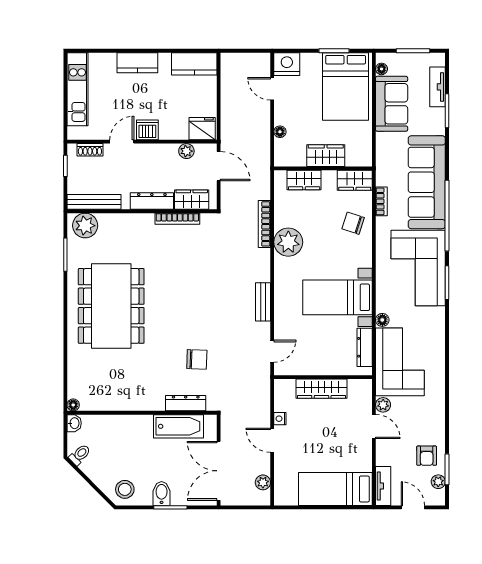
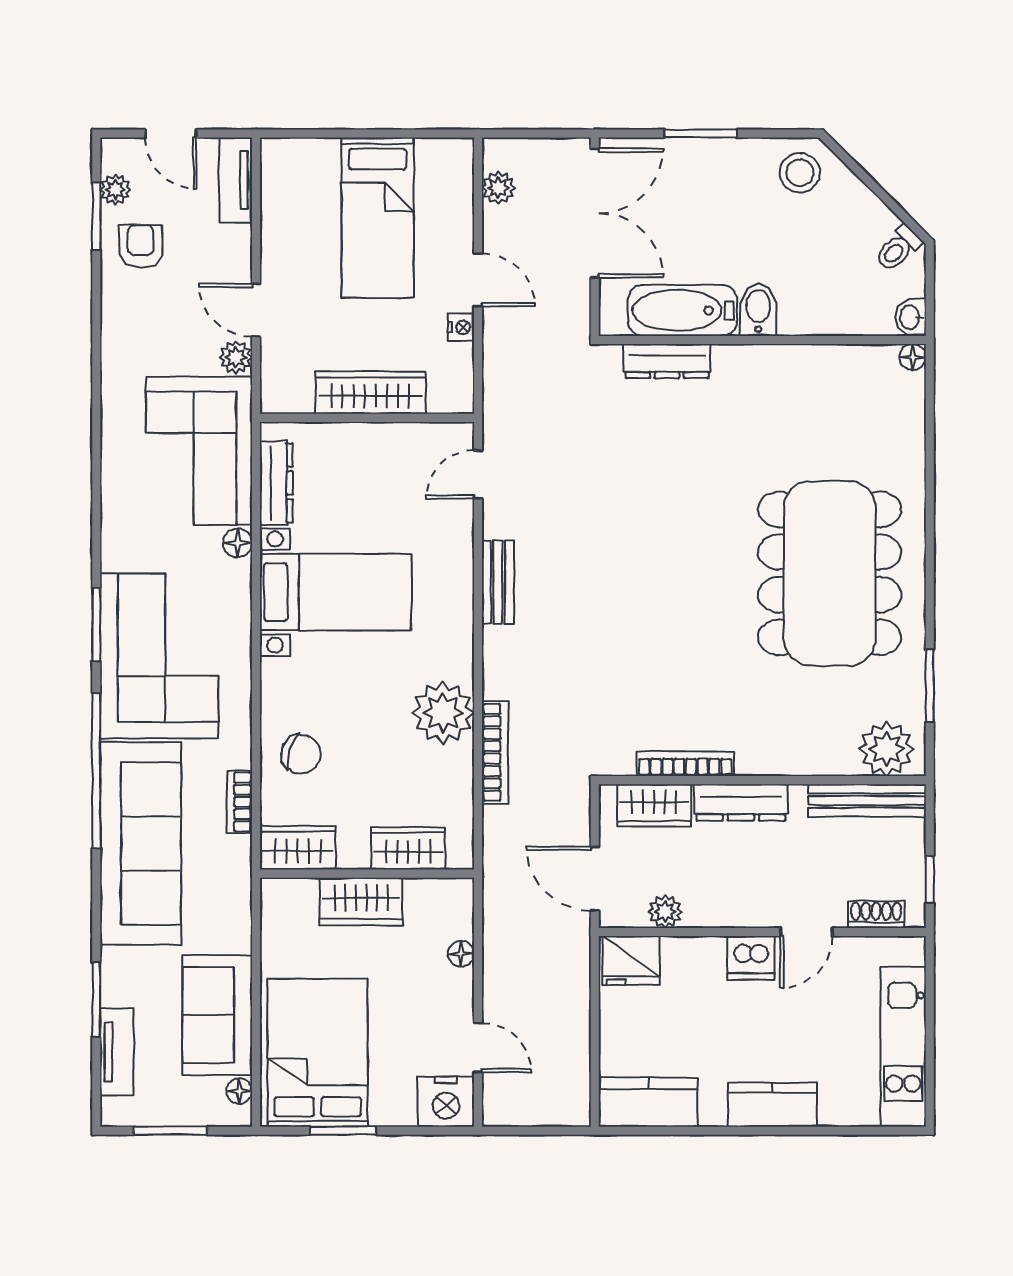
chair: (197, 359) -> (643, 457), removed
bed: (335, 489) -> (378, 218), moved, turned 90
bidet: (162, 493) -> (758, 310), moved, turned 180

